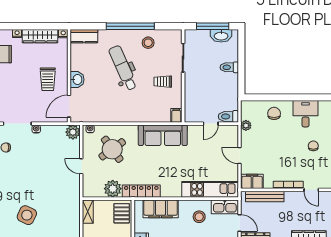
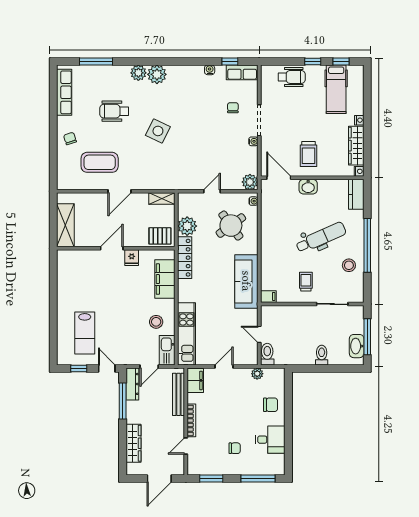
trolley: (48, 79) -> (309, 154), turned -90

